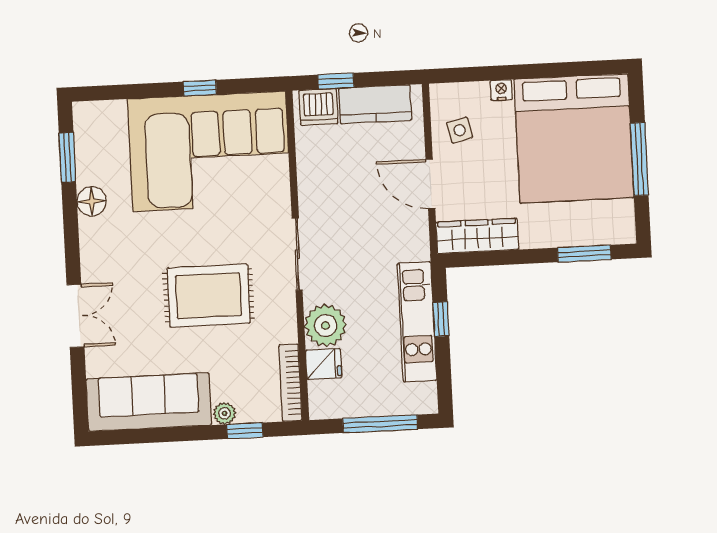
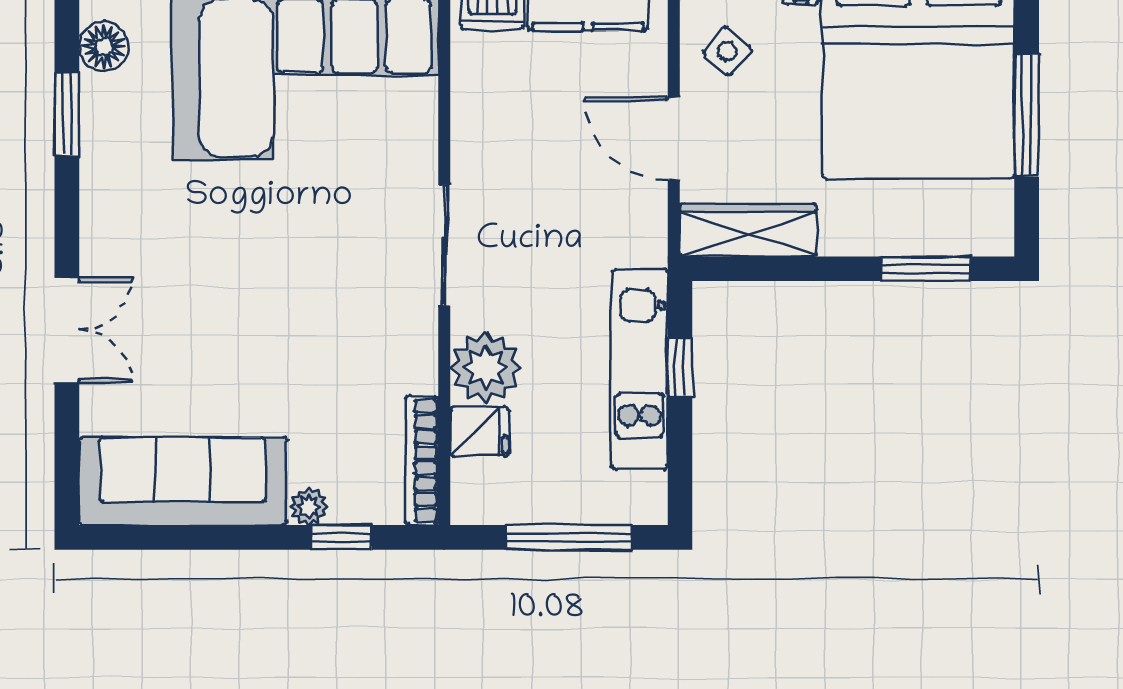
side table: (460, 130) -> (727, 51), turned -36
window: (67, 158) -> (67, 114), moved
floor lamp: (92, 201) -> (104, 46), moved
rug: (209, 296) -> (292, 307), removed

